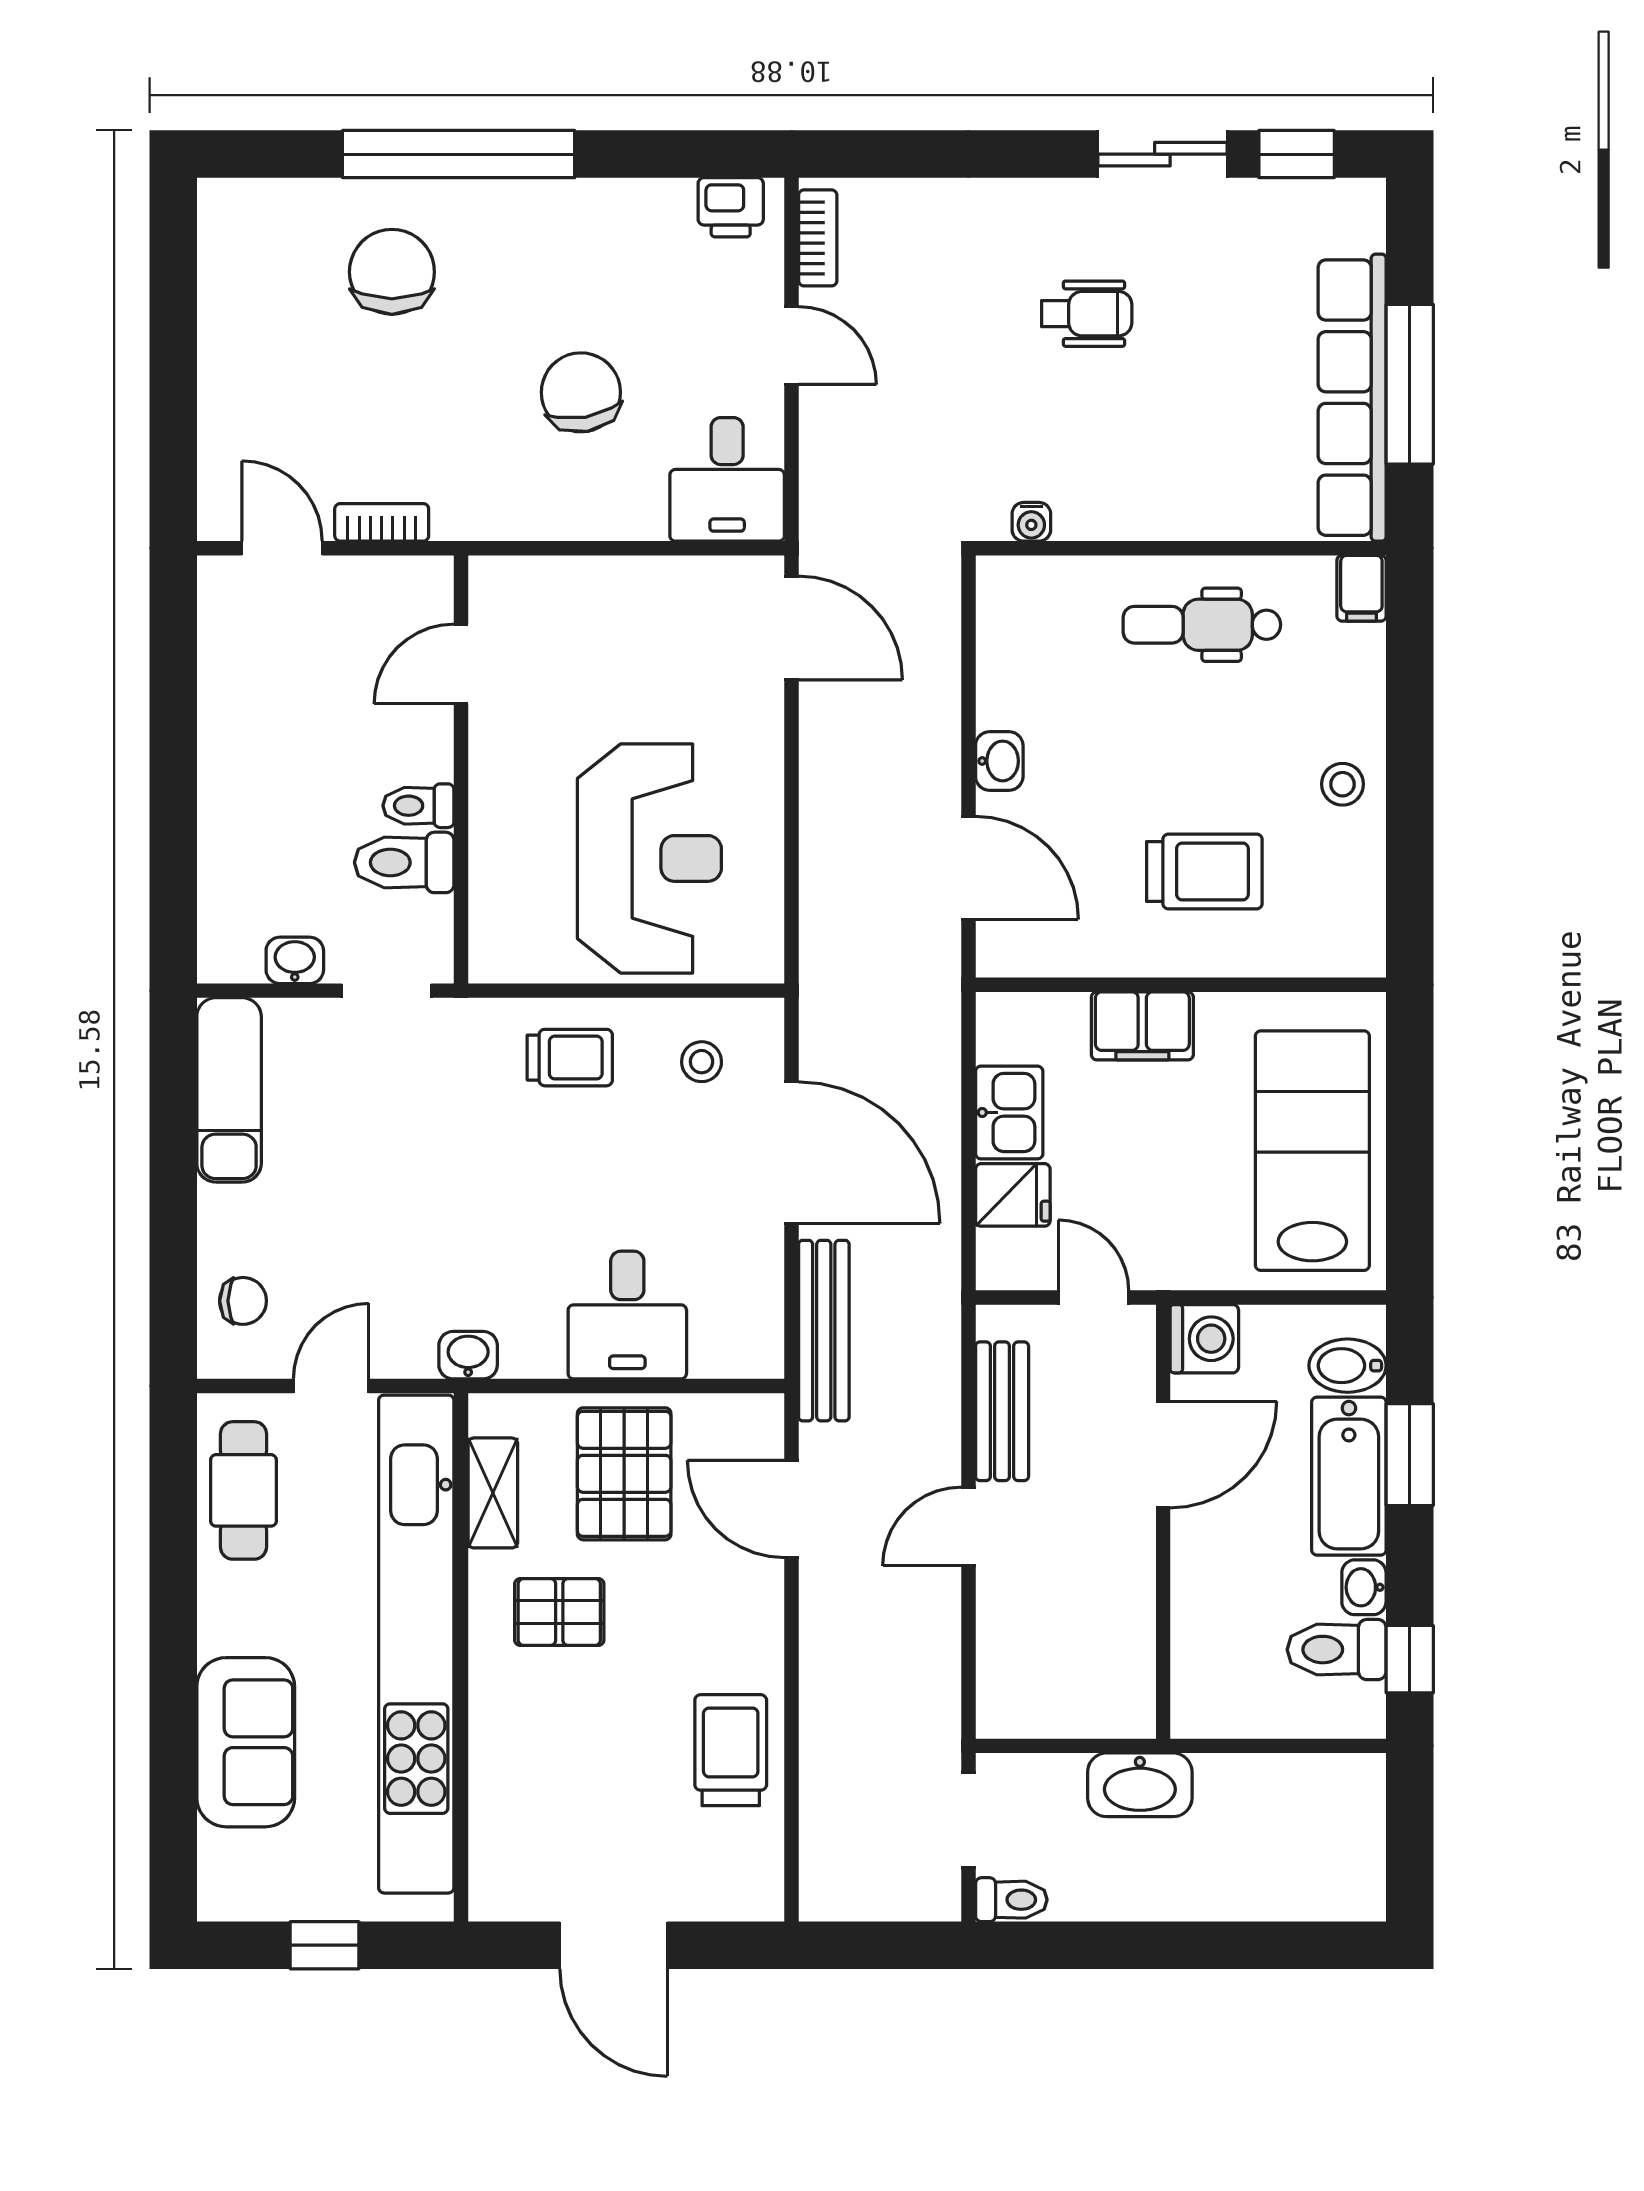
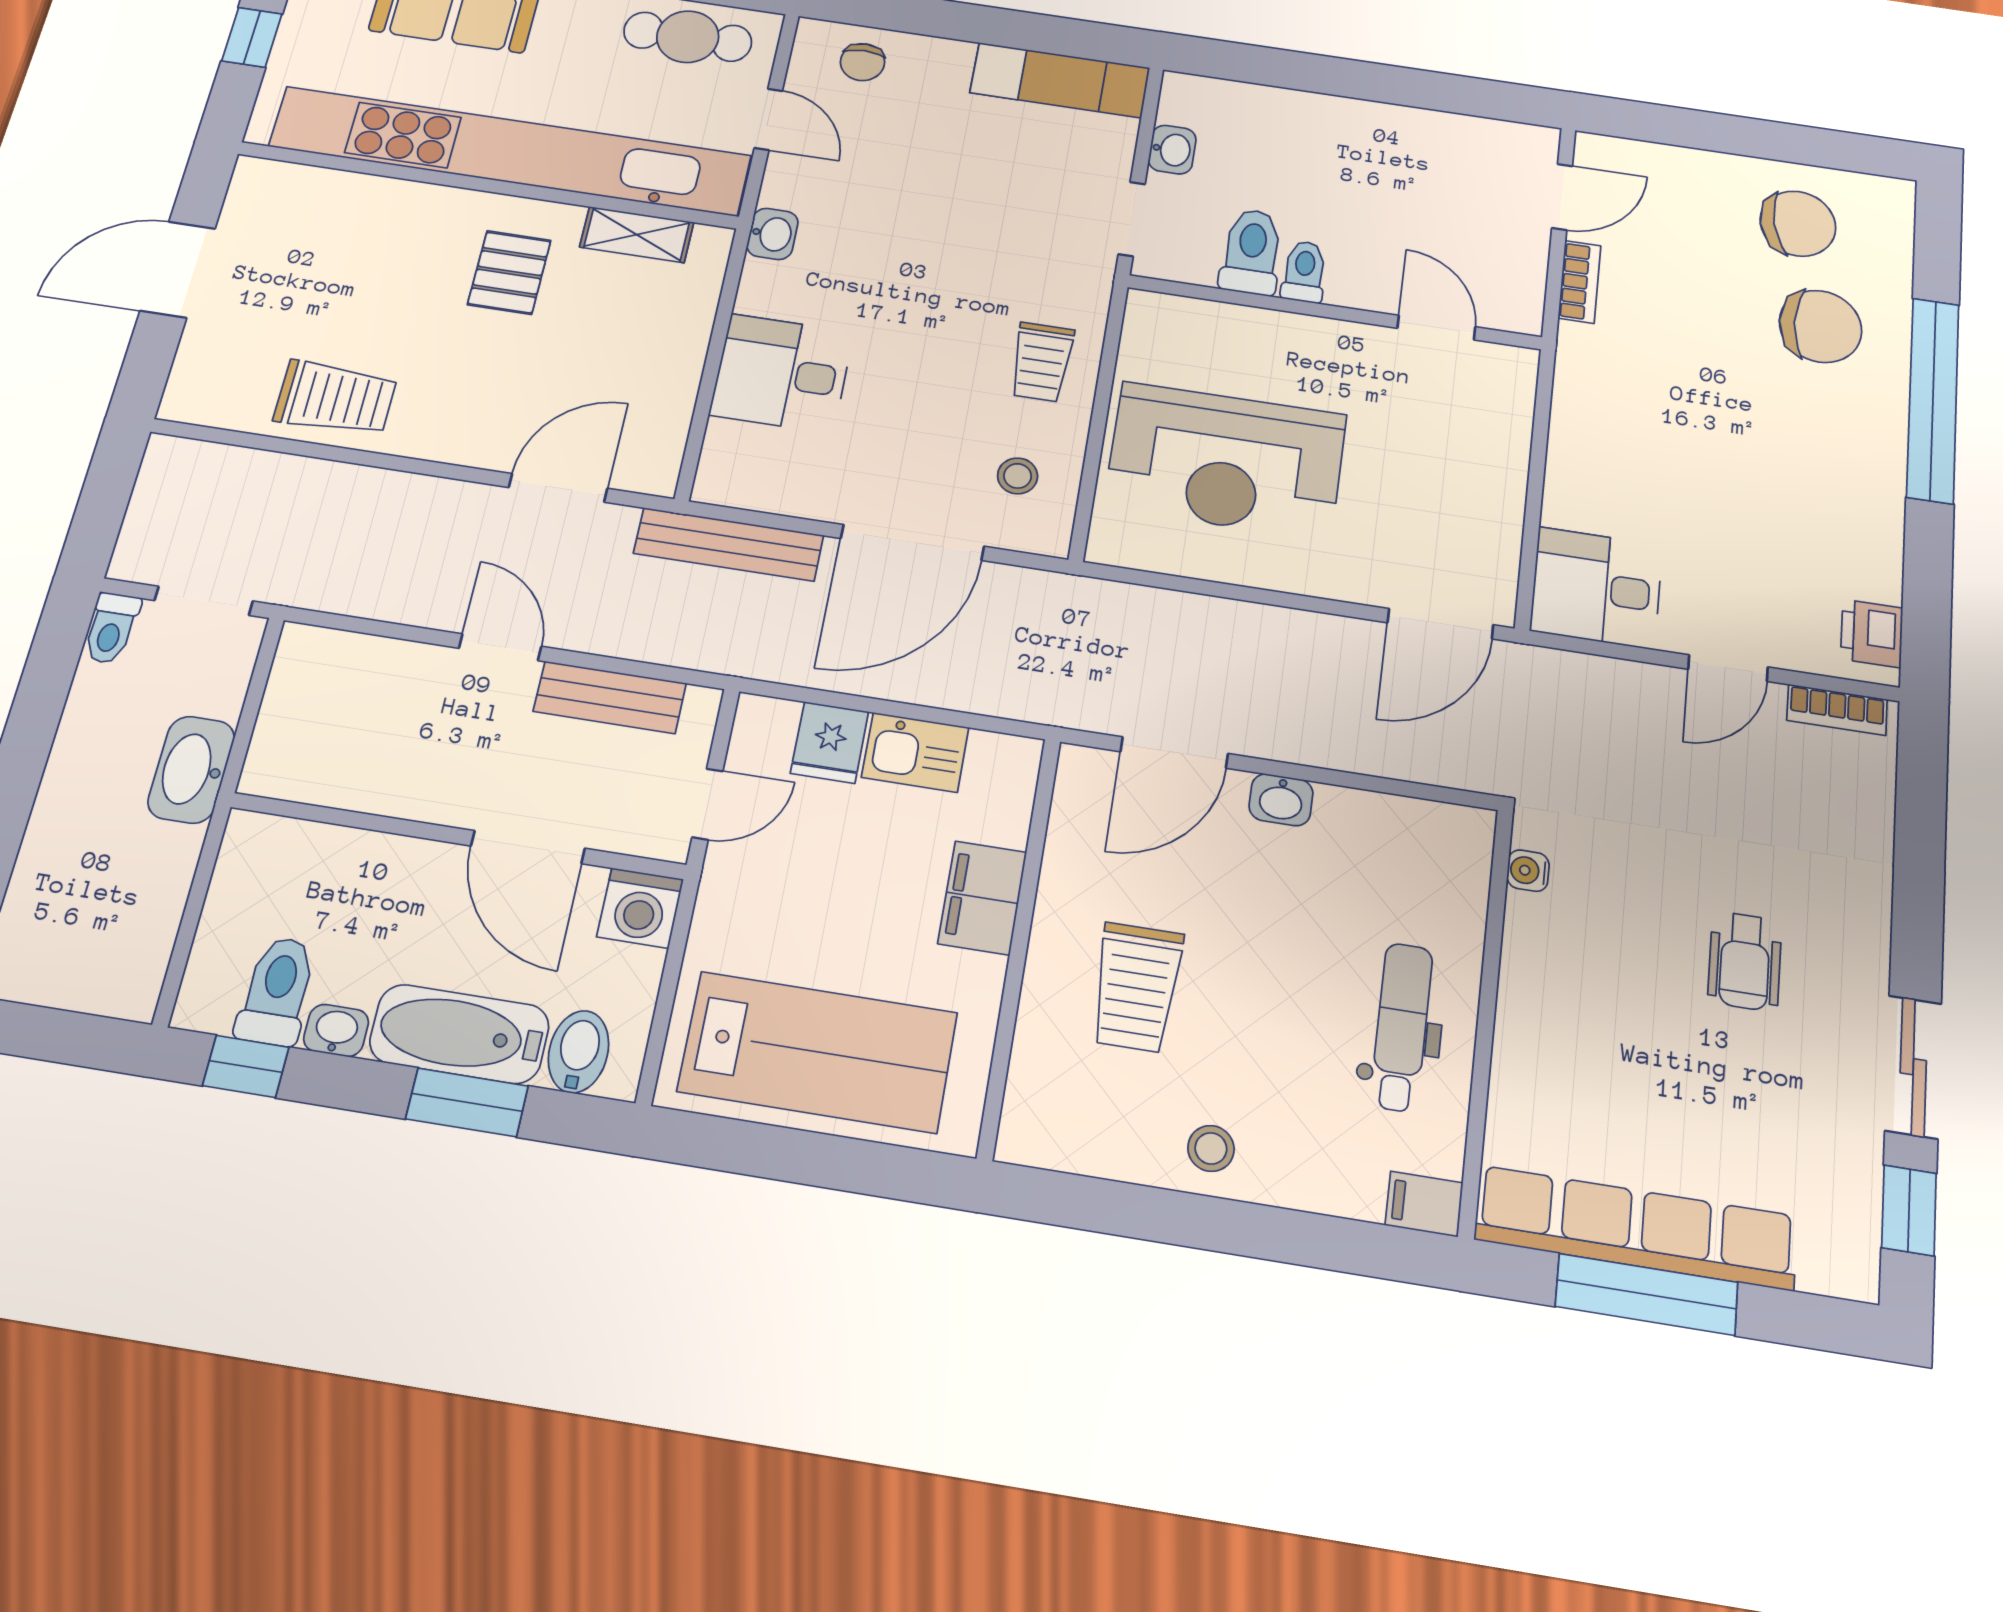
chair: (581, 392) -> (1798, 224), moved
pallet: (624, 1474) -> (628, 347), removed

